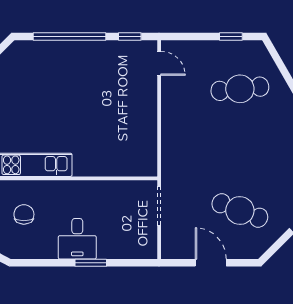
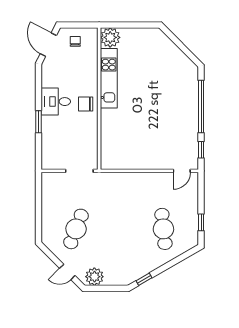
chair: (24, 214) -> (86, 104), moved, turned 180
desk: (77, 239) -> (56, 102), moved
door: (211, 263) -> (38, 208), removed

